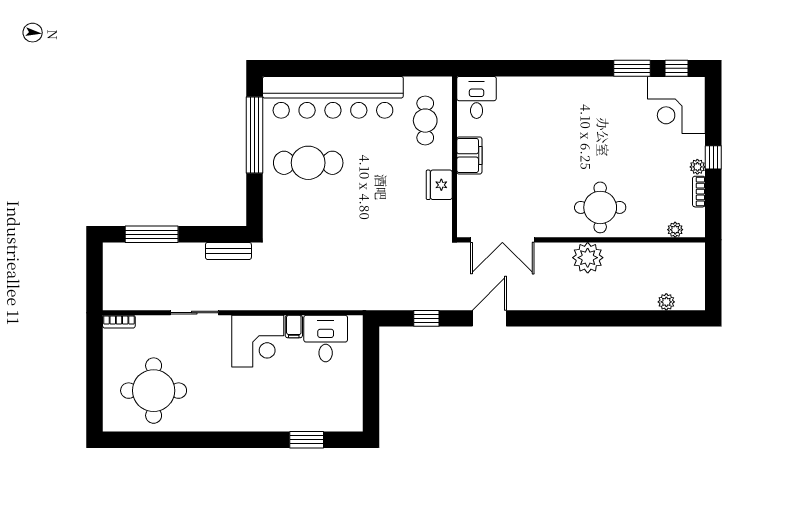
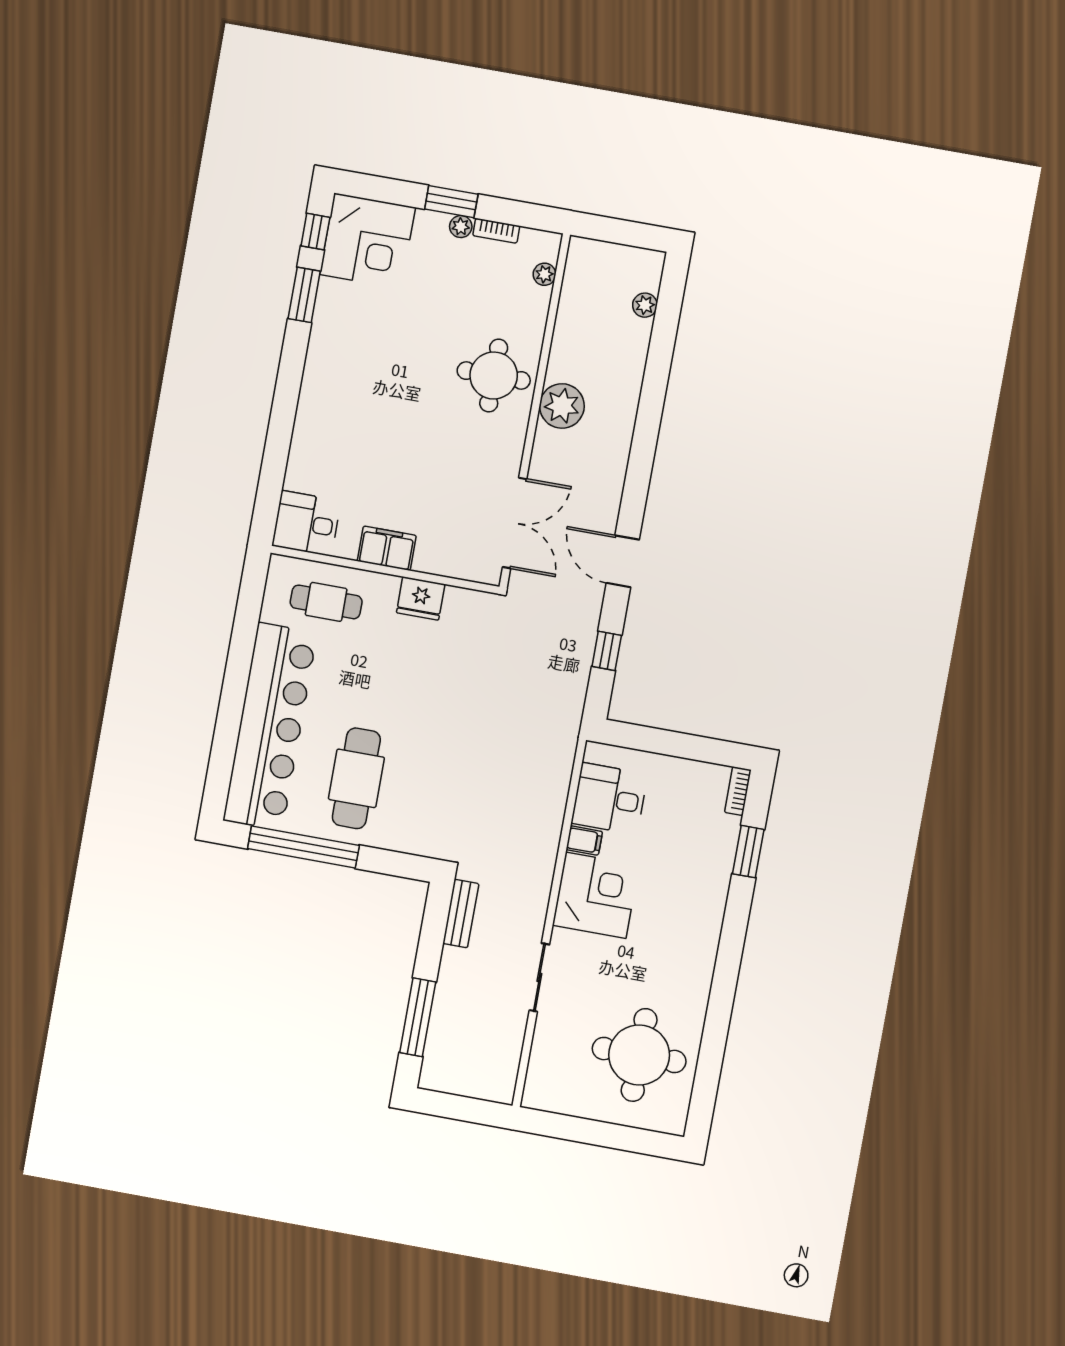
window: (713, 157) -> (451, 202), width x1.50
bookcase: (119, 322) -> (738, 791), moved, turned 180

